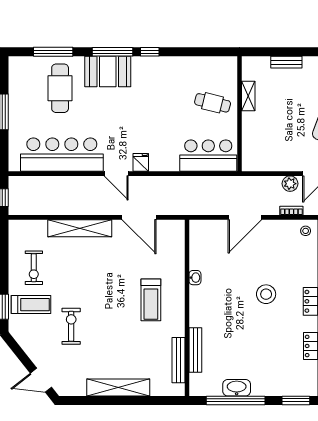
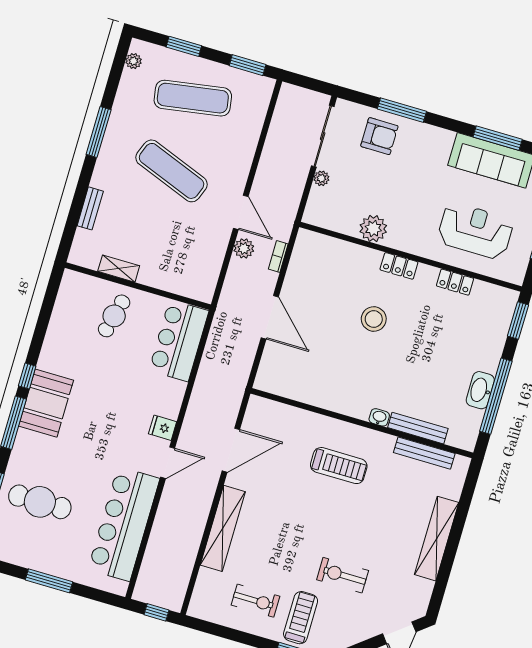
booth: (108, 72) -> (46, 403), moved
stool: (306, 231) -> (309, 246), removed
washbasin: (195, 278) -> (379, 417), moved

